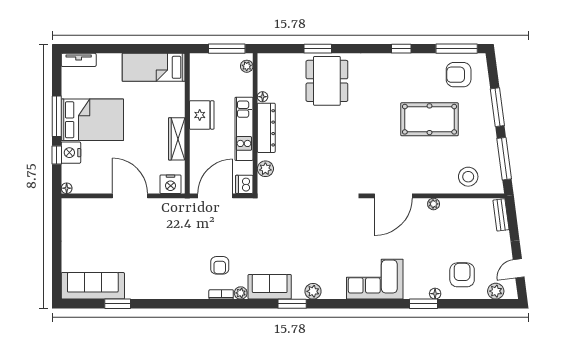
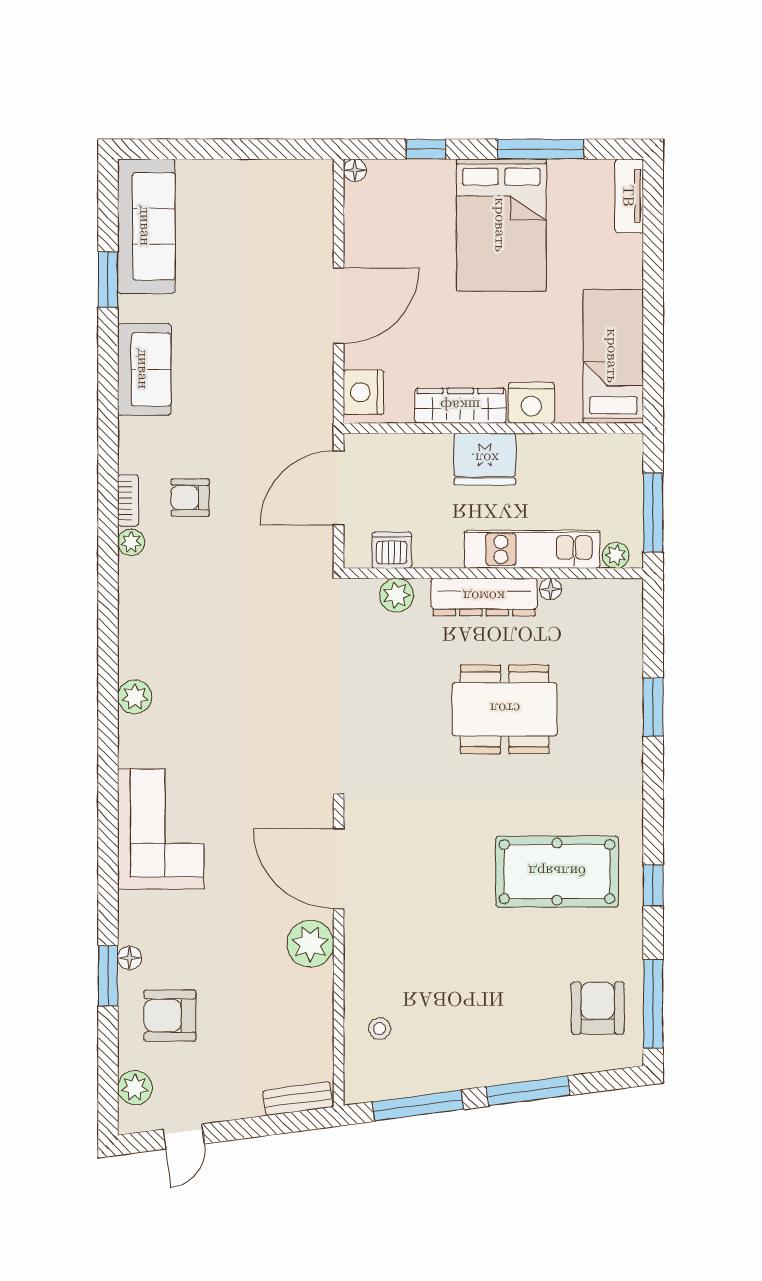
dining table: (327, 81) -> (505, 709), moved
fridge: (202, 115) -> (485, 459), moved
window: (57, 116) -> (541, 149), moved
pool table: (430, 119) -> (557, 872), moved, turned 90
kitchen unit: (244, 129) -> (532, 549), moved
nightstand: (71, 153) -> (531, 403), moved, turned 180
stool: (468, 177) -> (380, 1029), width x0.53, depth x0.53
dishwasher: (244, 184) -> (392, 550), moved
door: (215, 196) -> (339, 488), swing flipped
plant: (434, 204) -> (310, 944), width x1.88, depth x1.88
door: (519, 268) -> (184, 1137), swing flipped
armchair: (462, 275) -> (170, 1016), turned 180
sofa: (270, 287) -> (144, 369), moved
window: (292, 304) -> (108, 652), removed
window: (423, 304) -> (108, 976), moved

